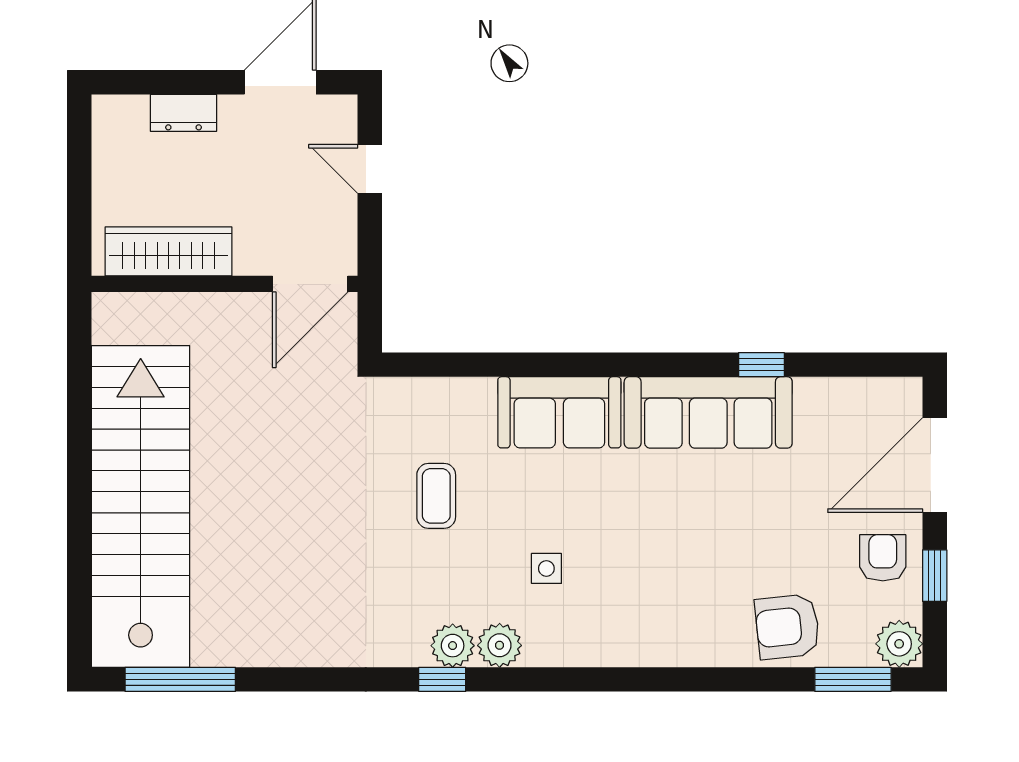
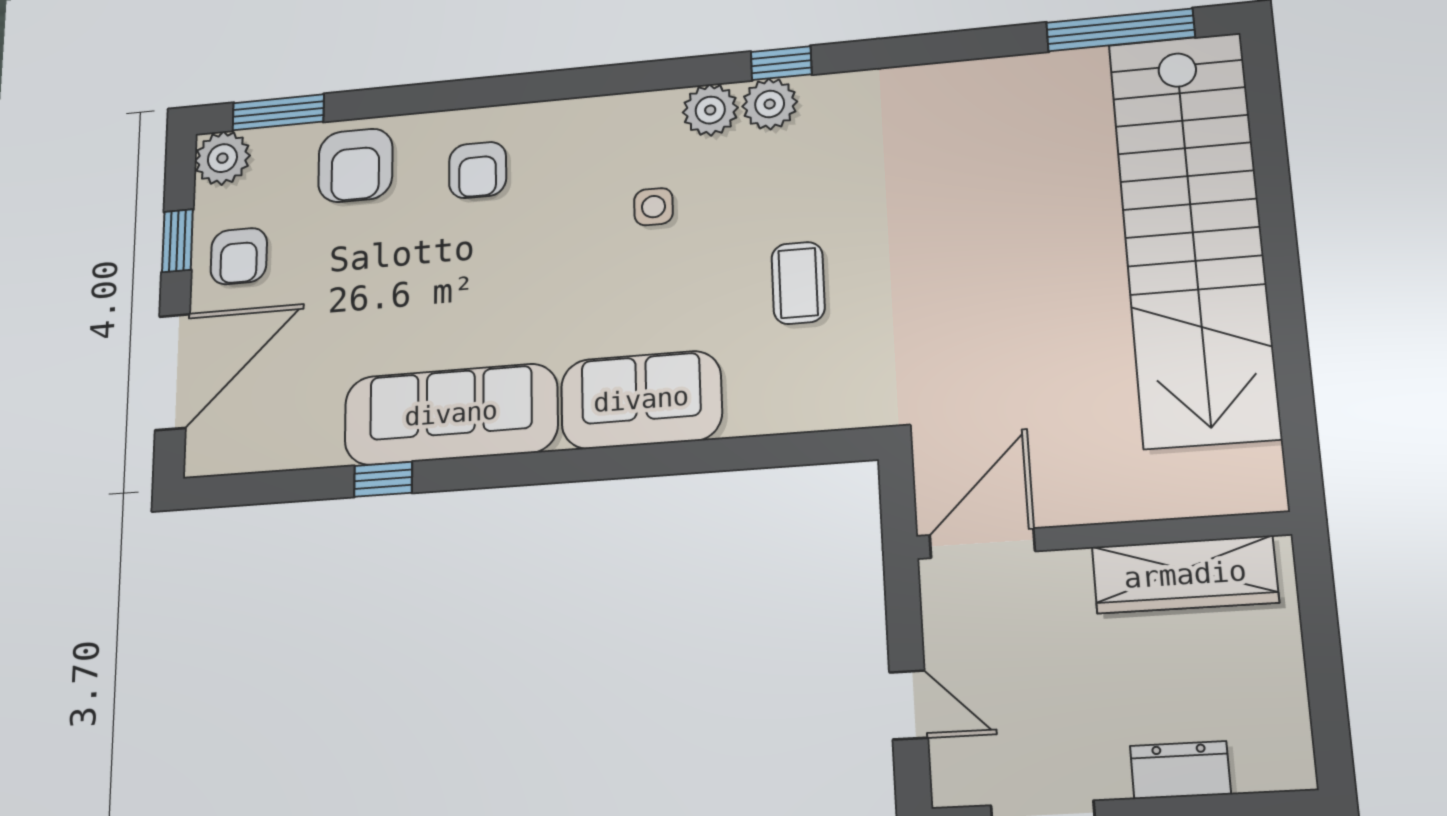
armchair: (687, 613) -> (478, 170), added
armchair: (787, 627) -> (355, 165), turned 96

